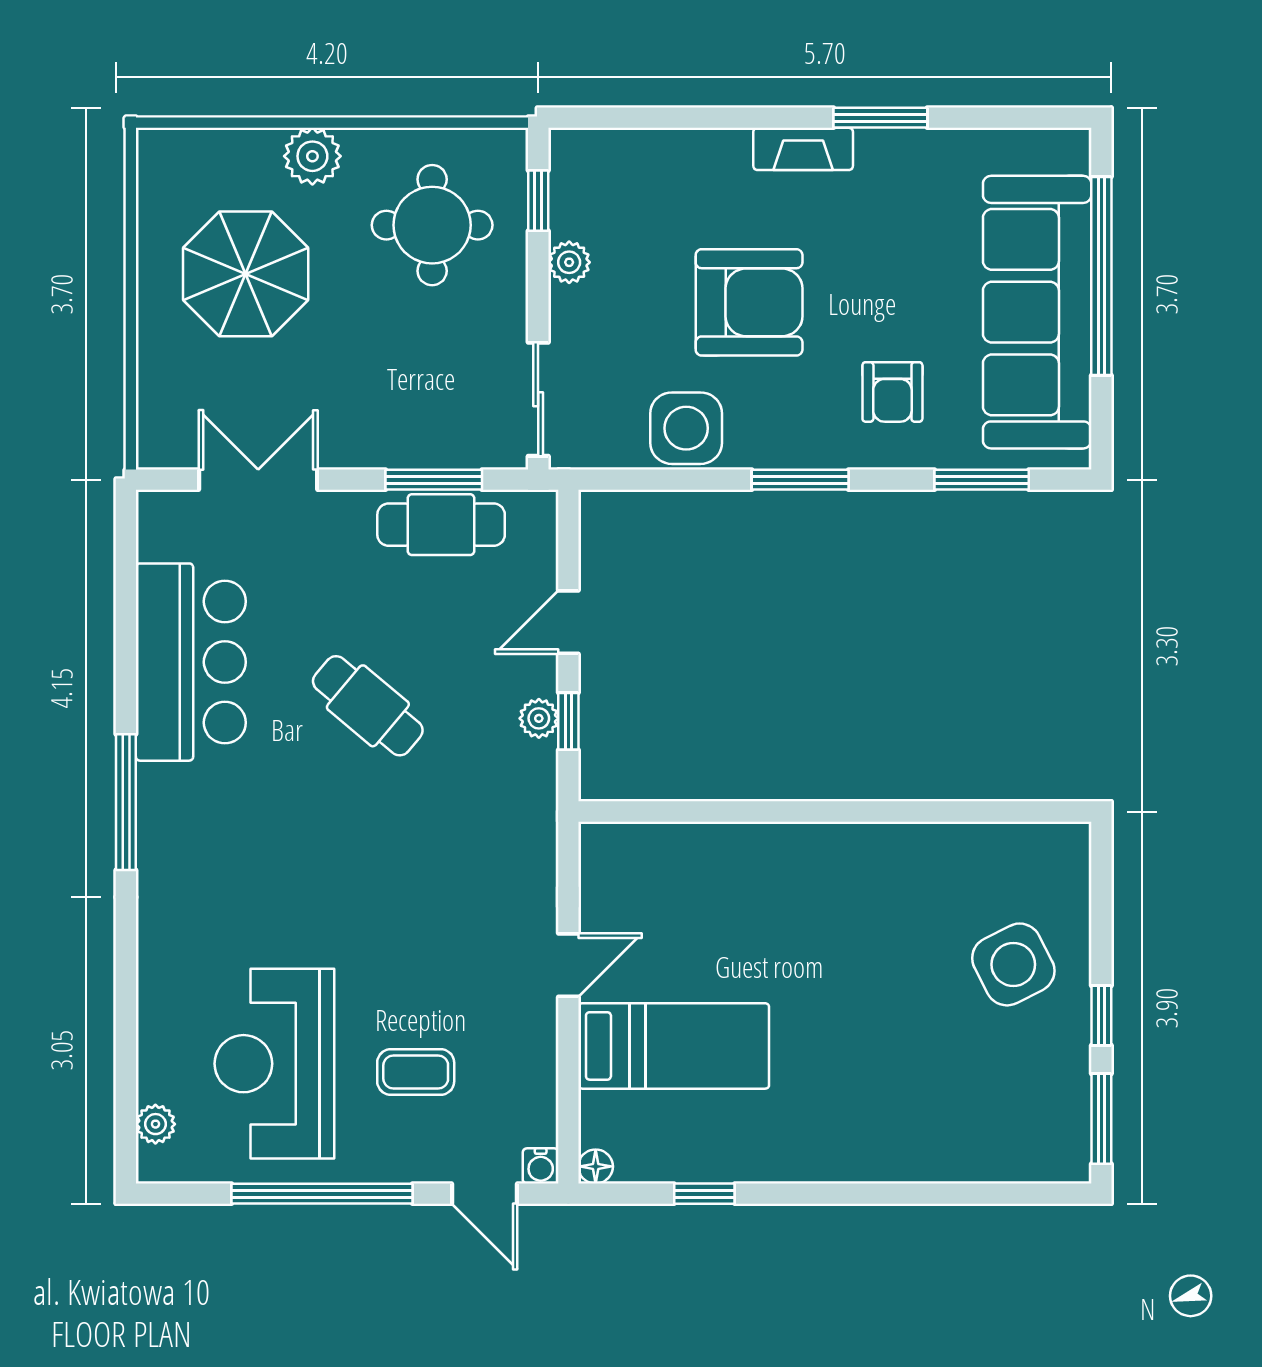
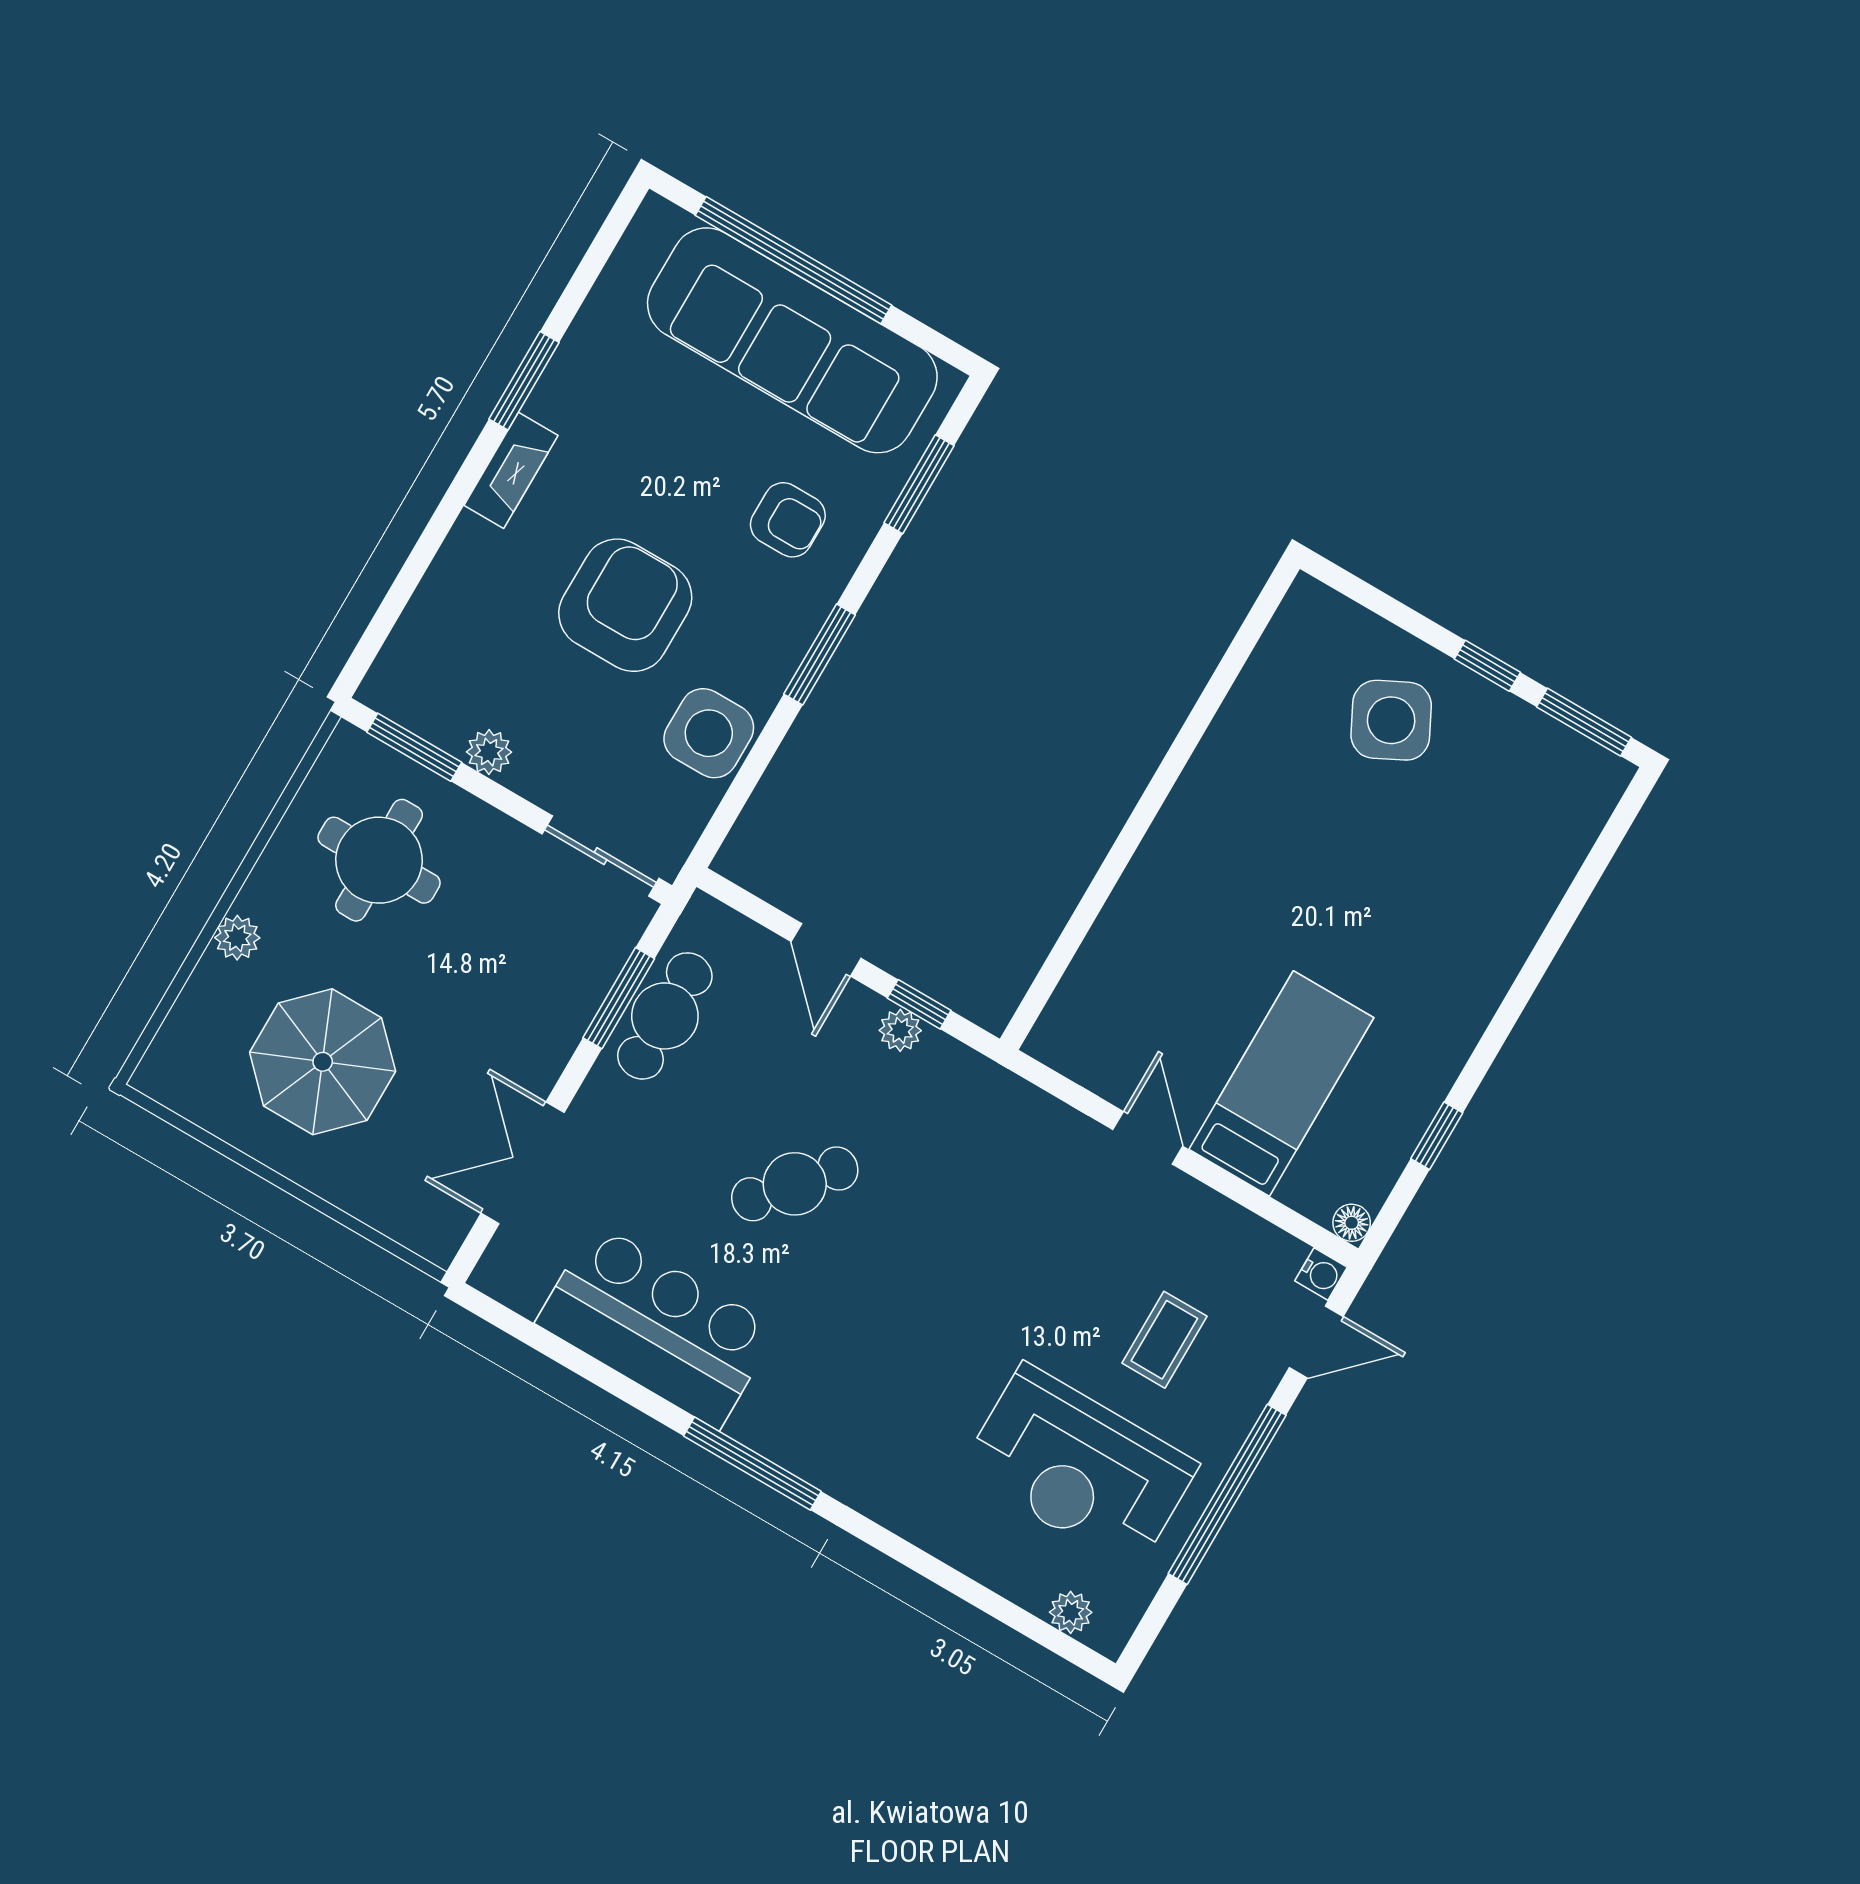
plant: (312, 156) -> (237, 938), width x0.73, depth x0.73
window: (538, 201) -> (414, 747), width x1.50

